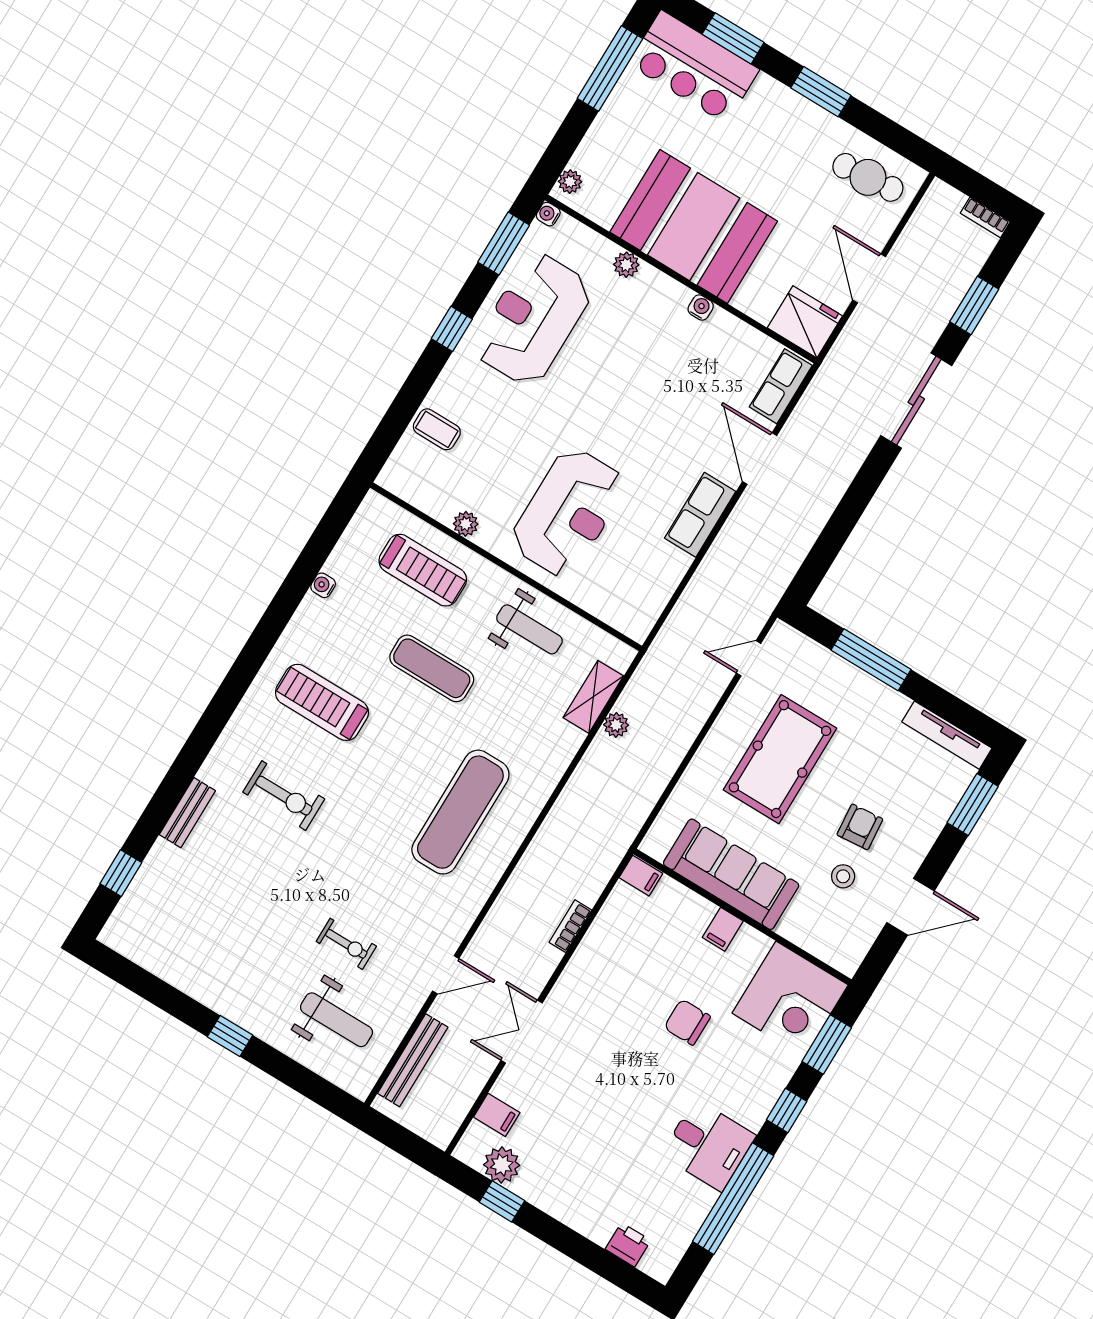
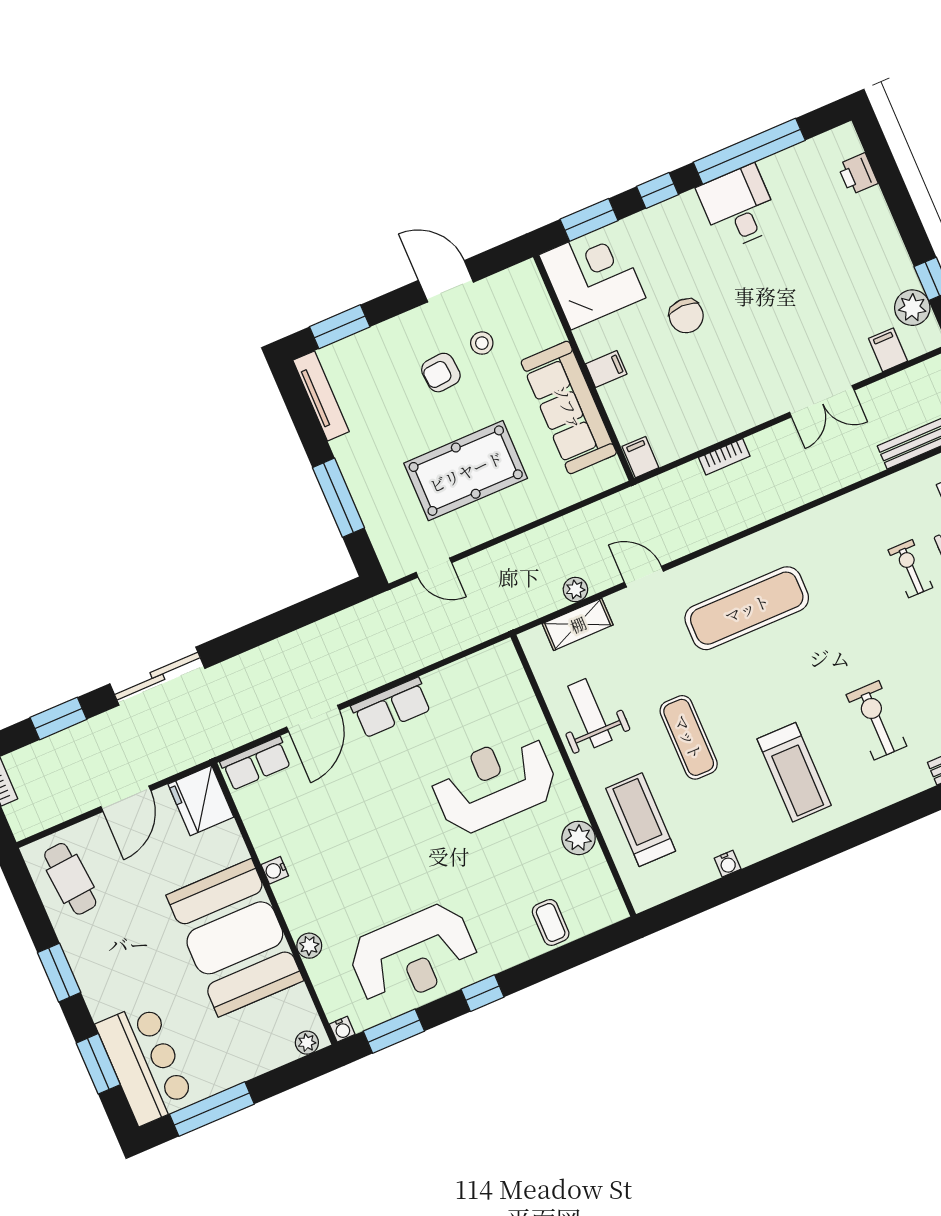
plant: (466, 524) -> (579, 838), width x1.38, depth x1.38
door: (446, 975) -> (644, 577), moved

